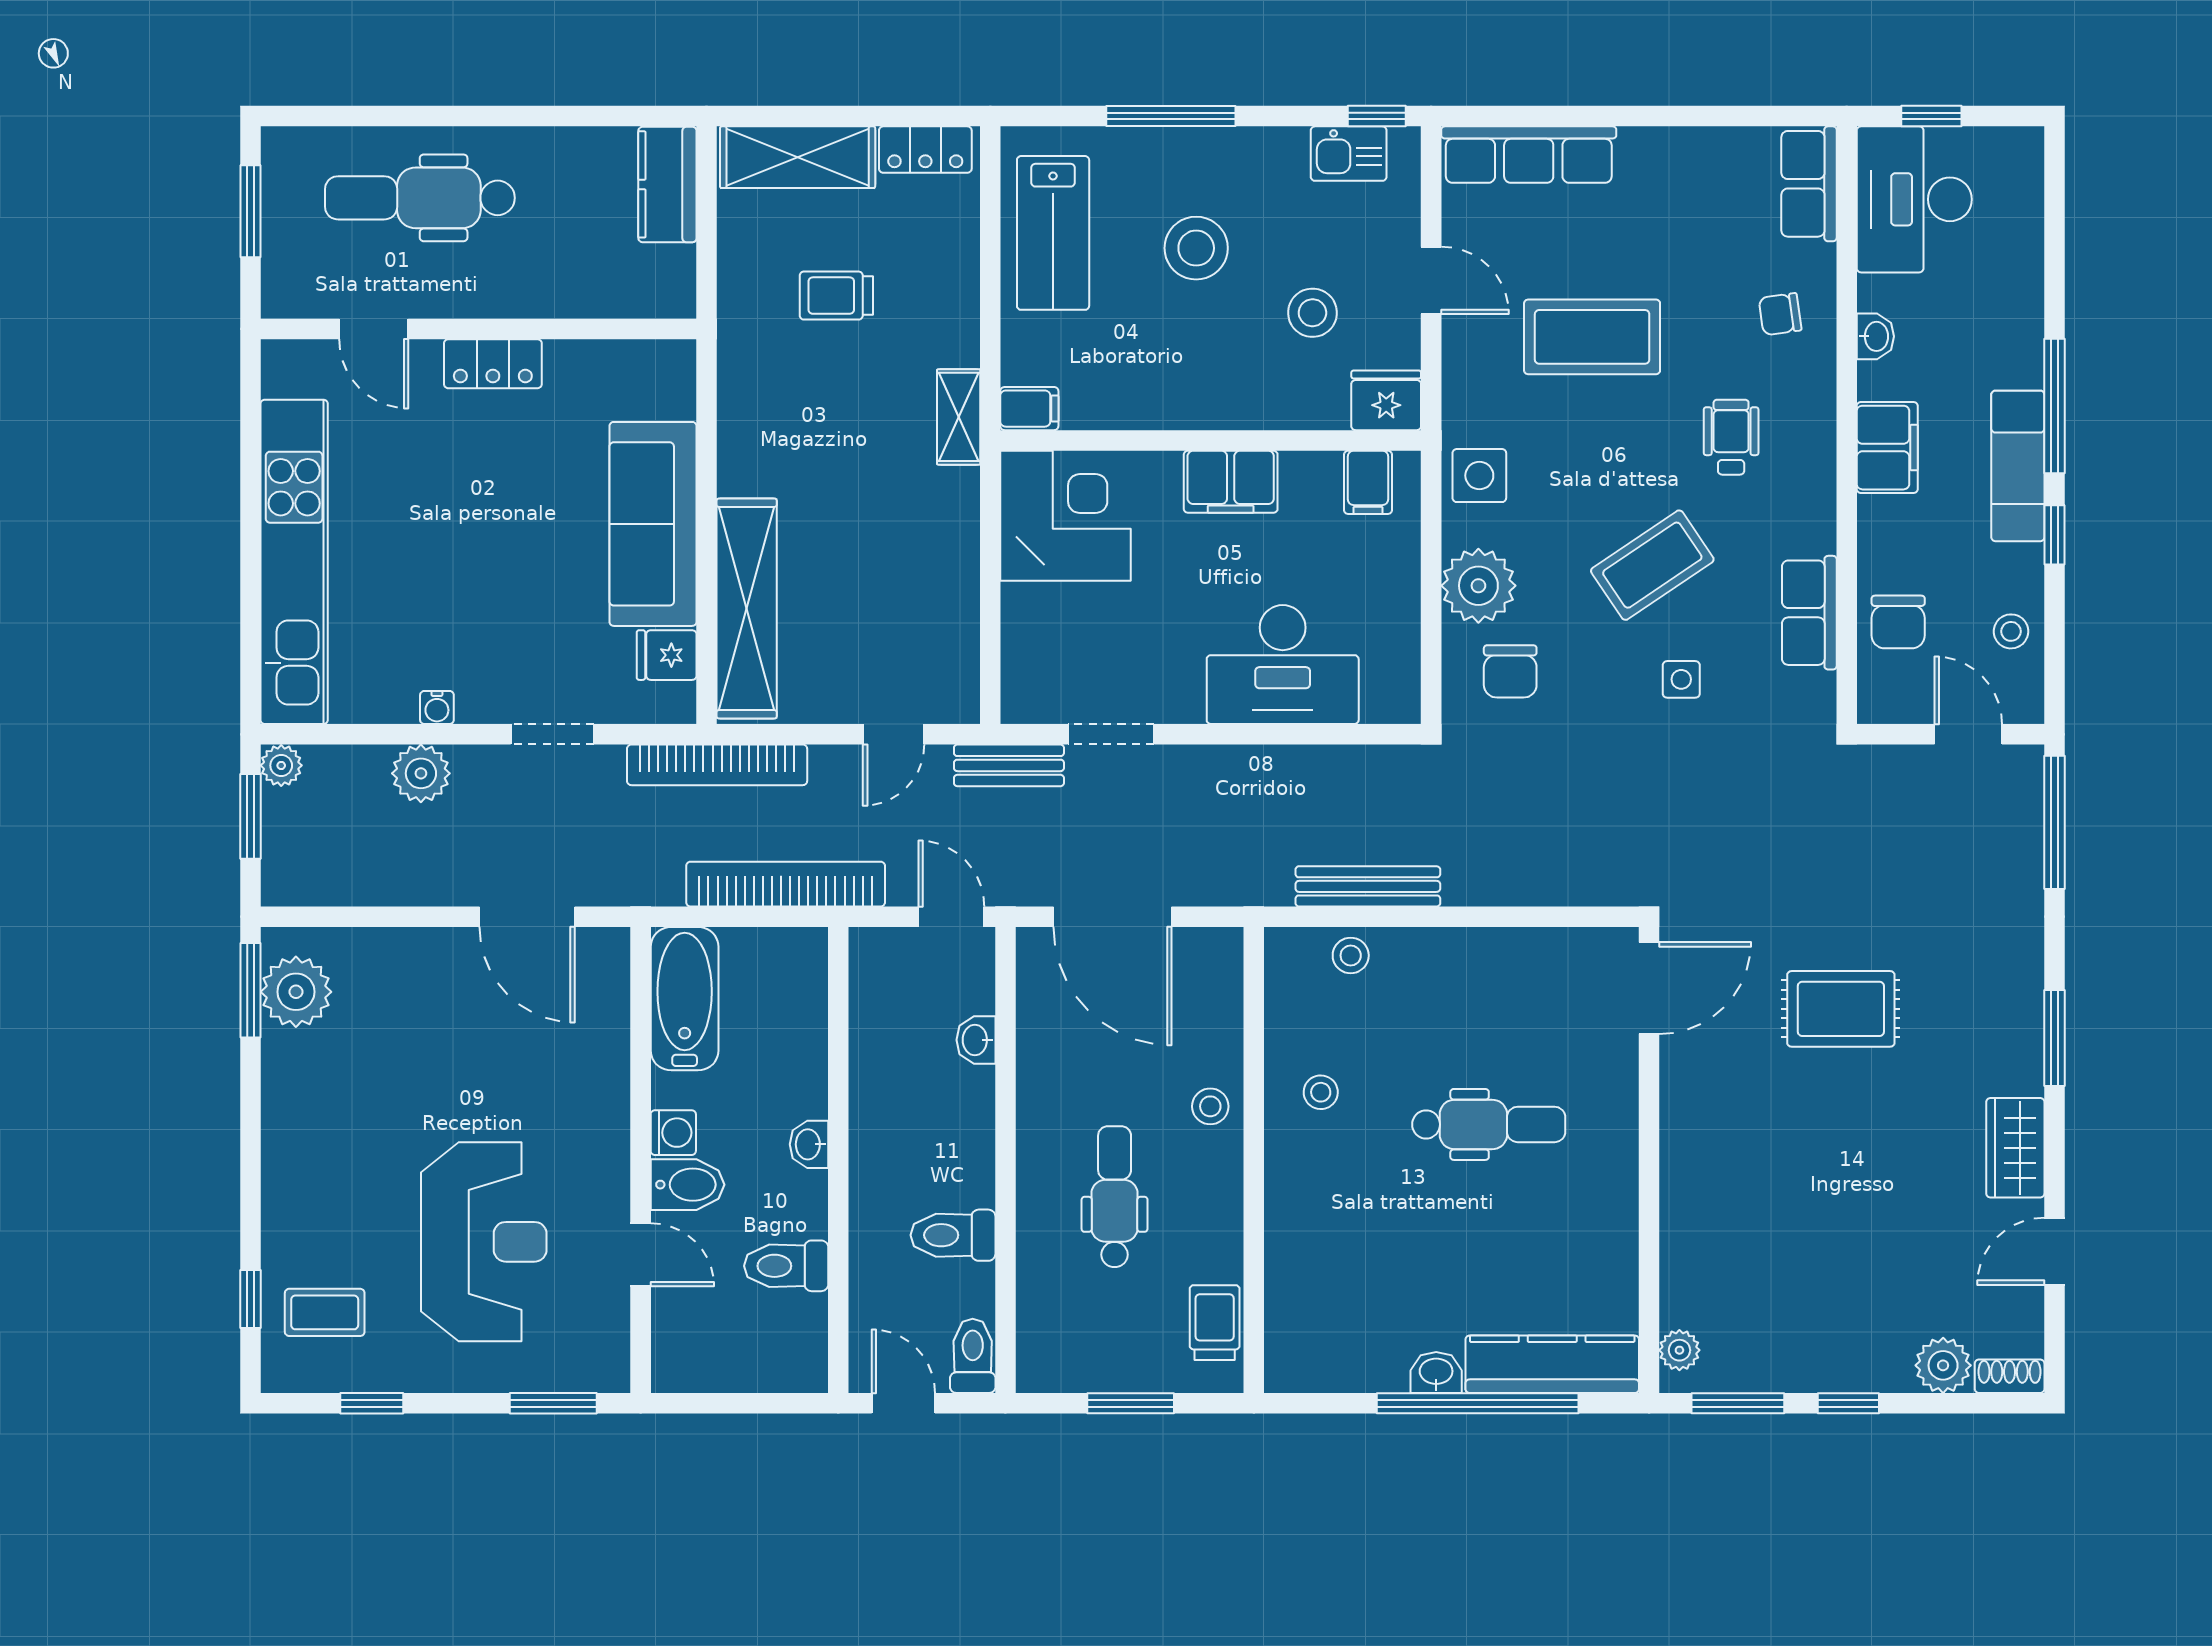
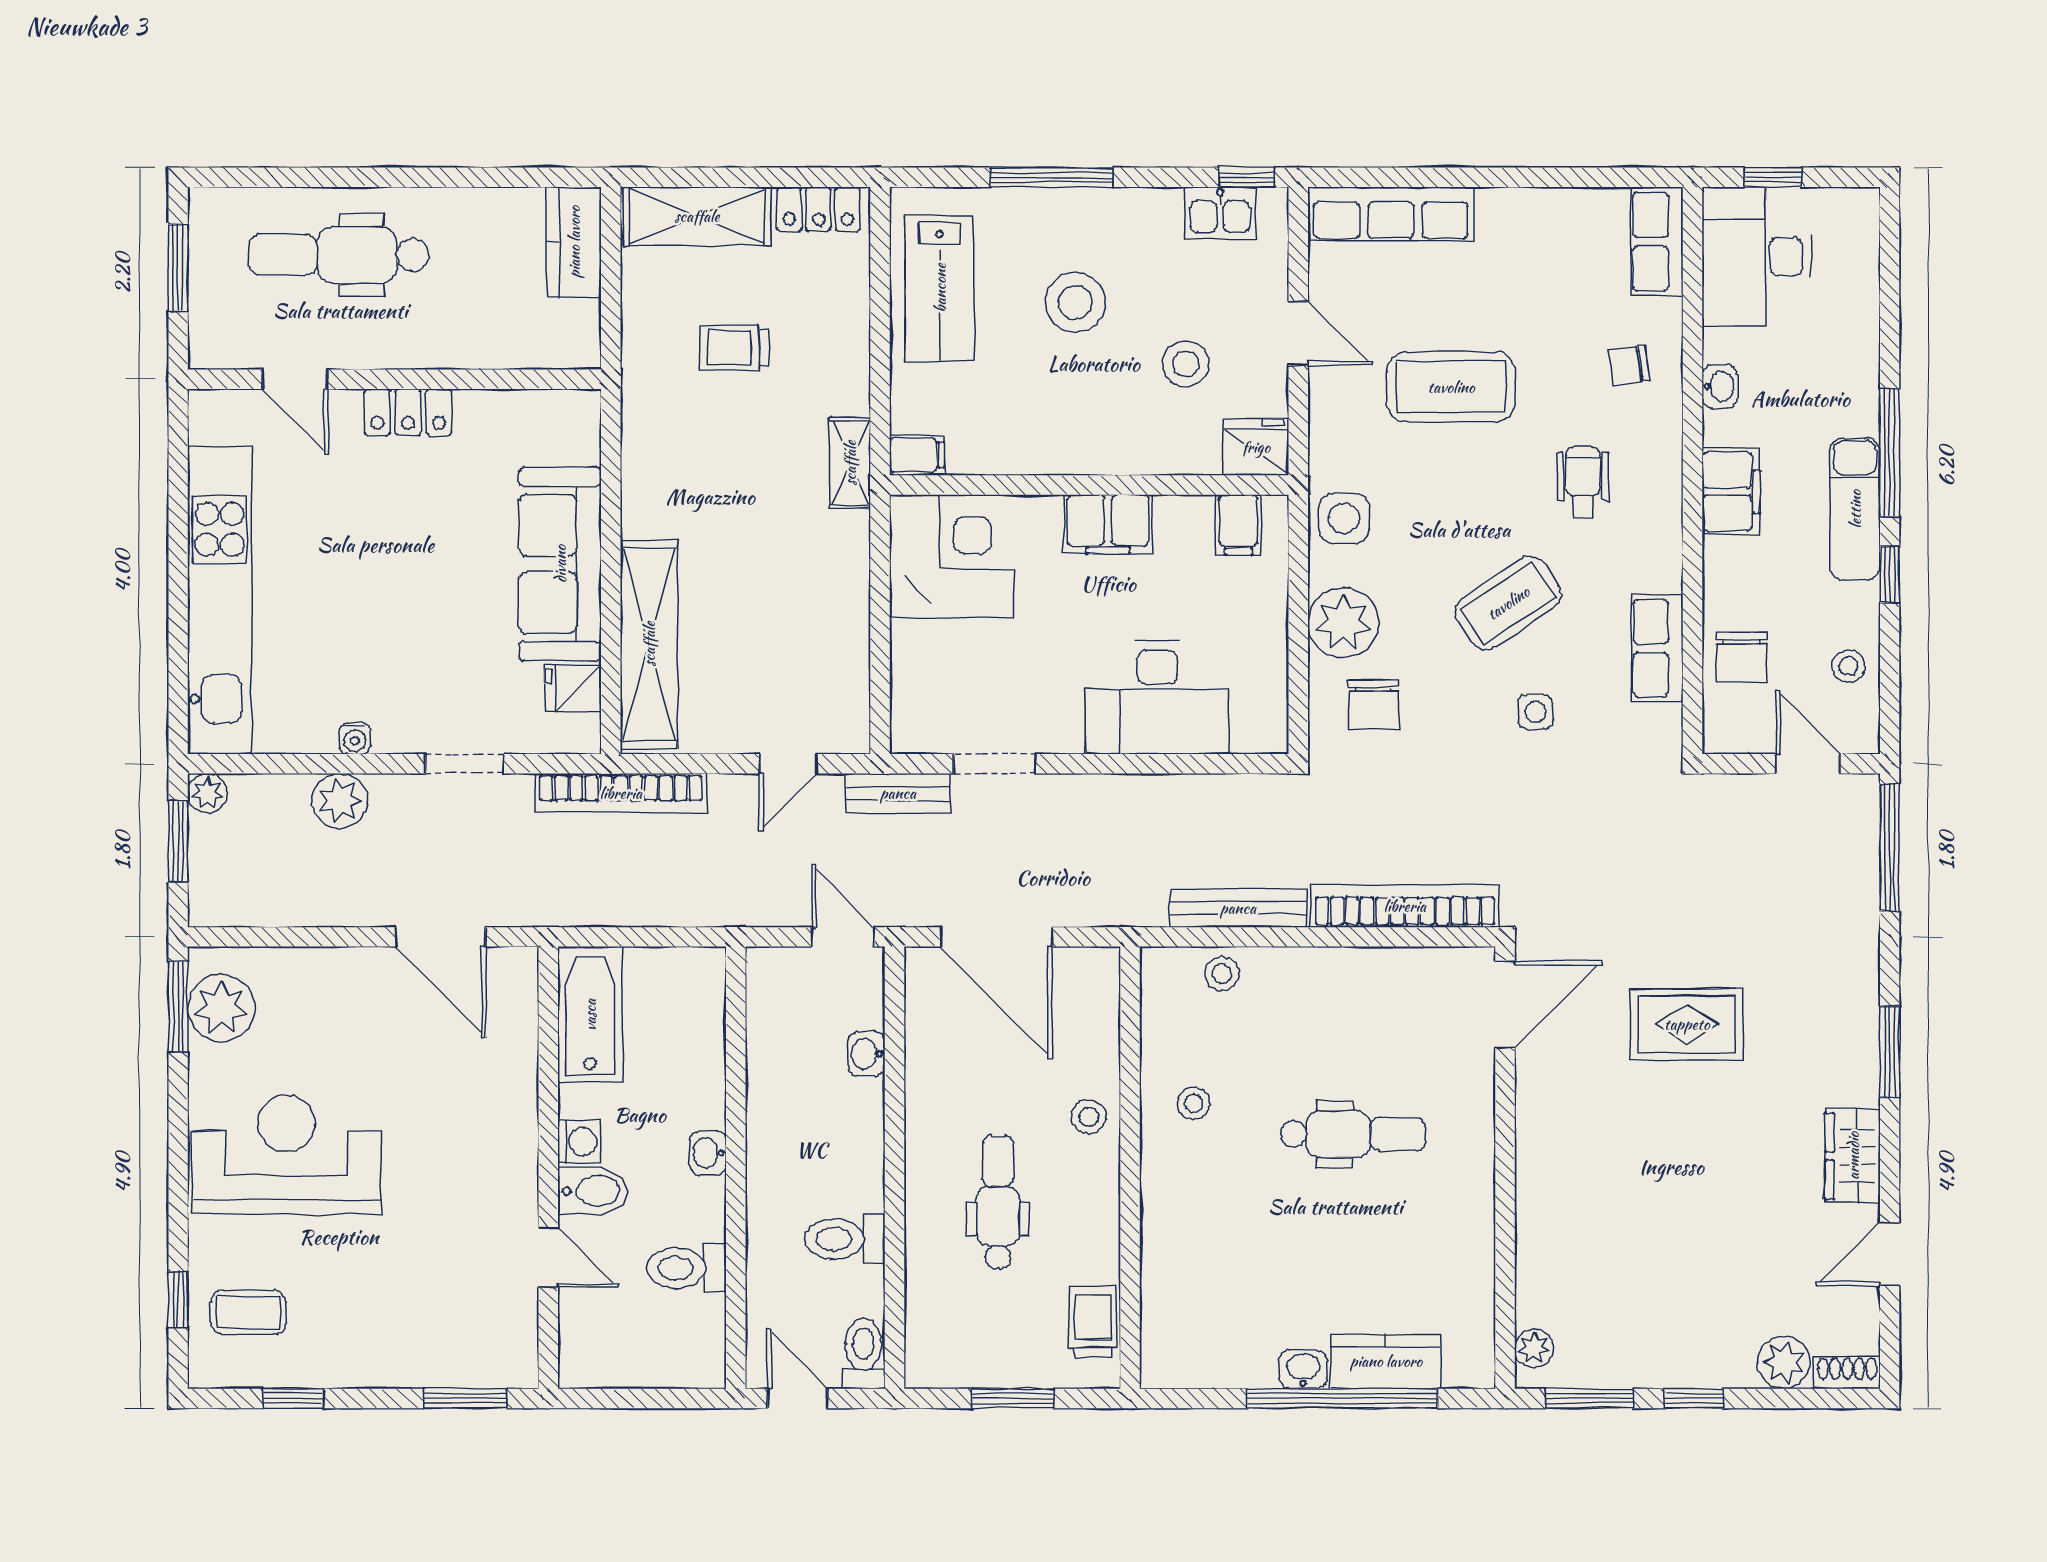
bookcase: (786, 884) -> (1405, 906), moved
reception desk: (484, 1242) -> (286, 1154), moved, turned -90
kitchen counter: (1552, 1364) -> (1386, 1361), width x0.67

